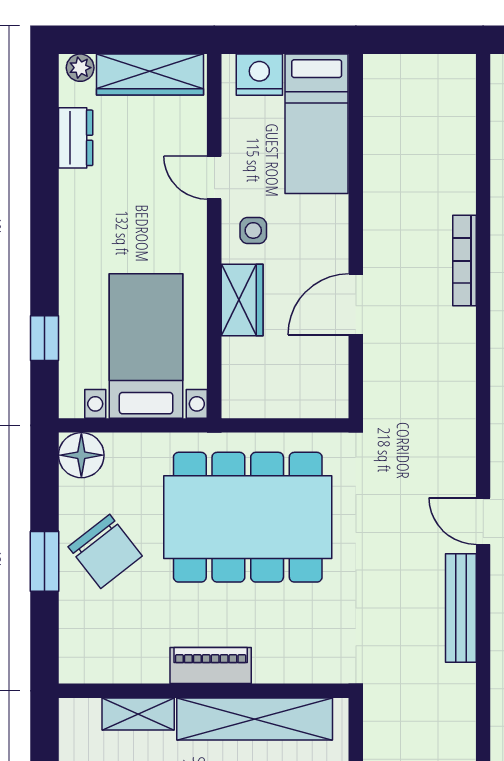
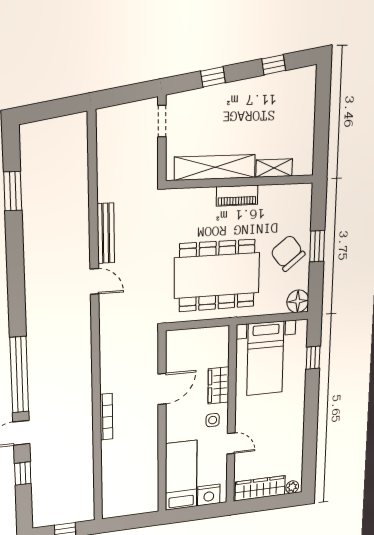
dresser: (76, 138) -> (295, 454), removed

